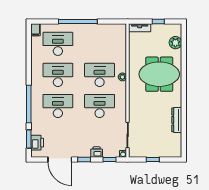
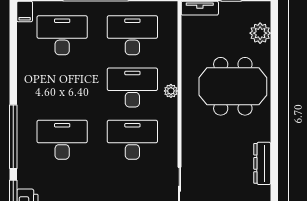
desk: (58, 75) -> (132, 35), moved

